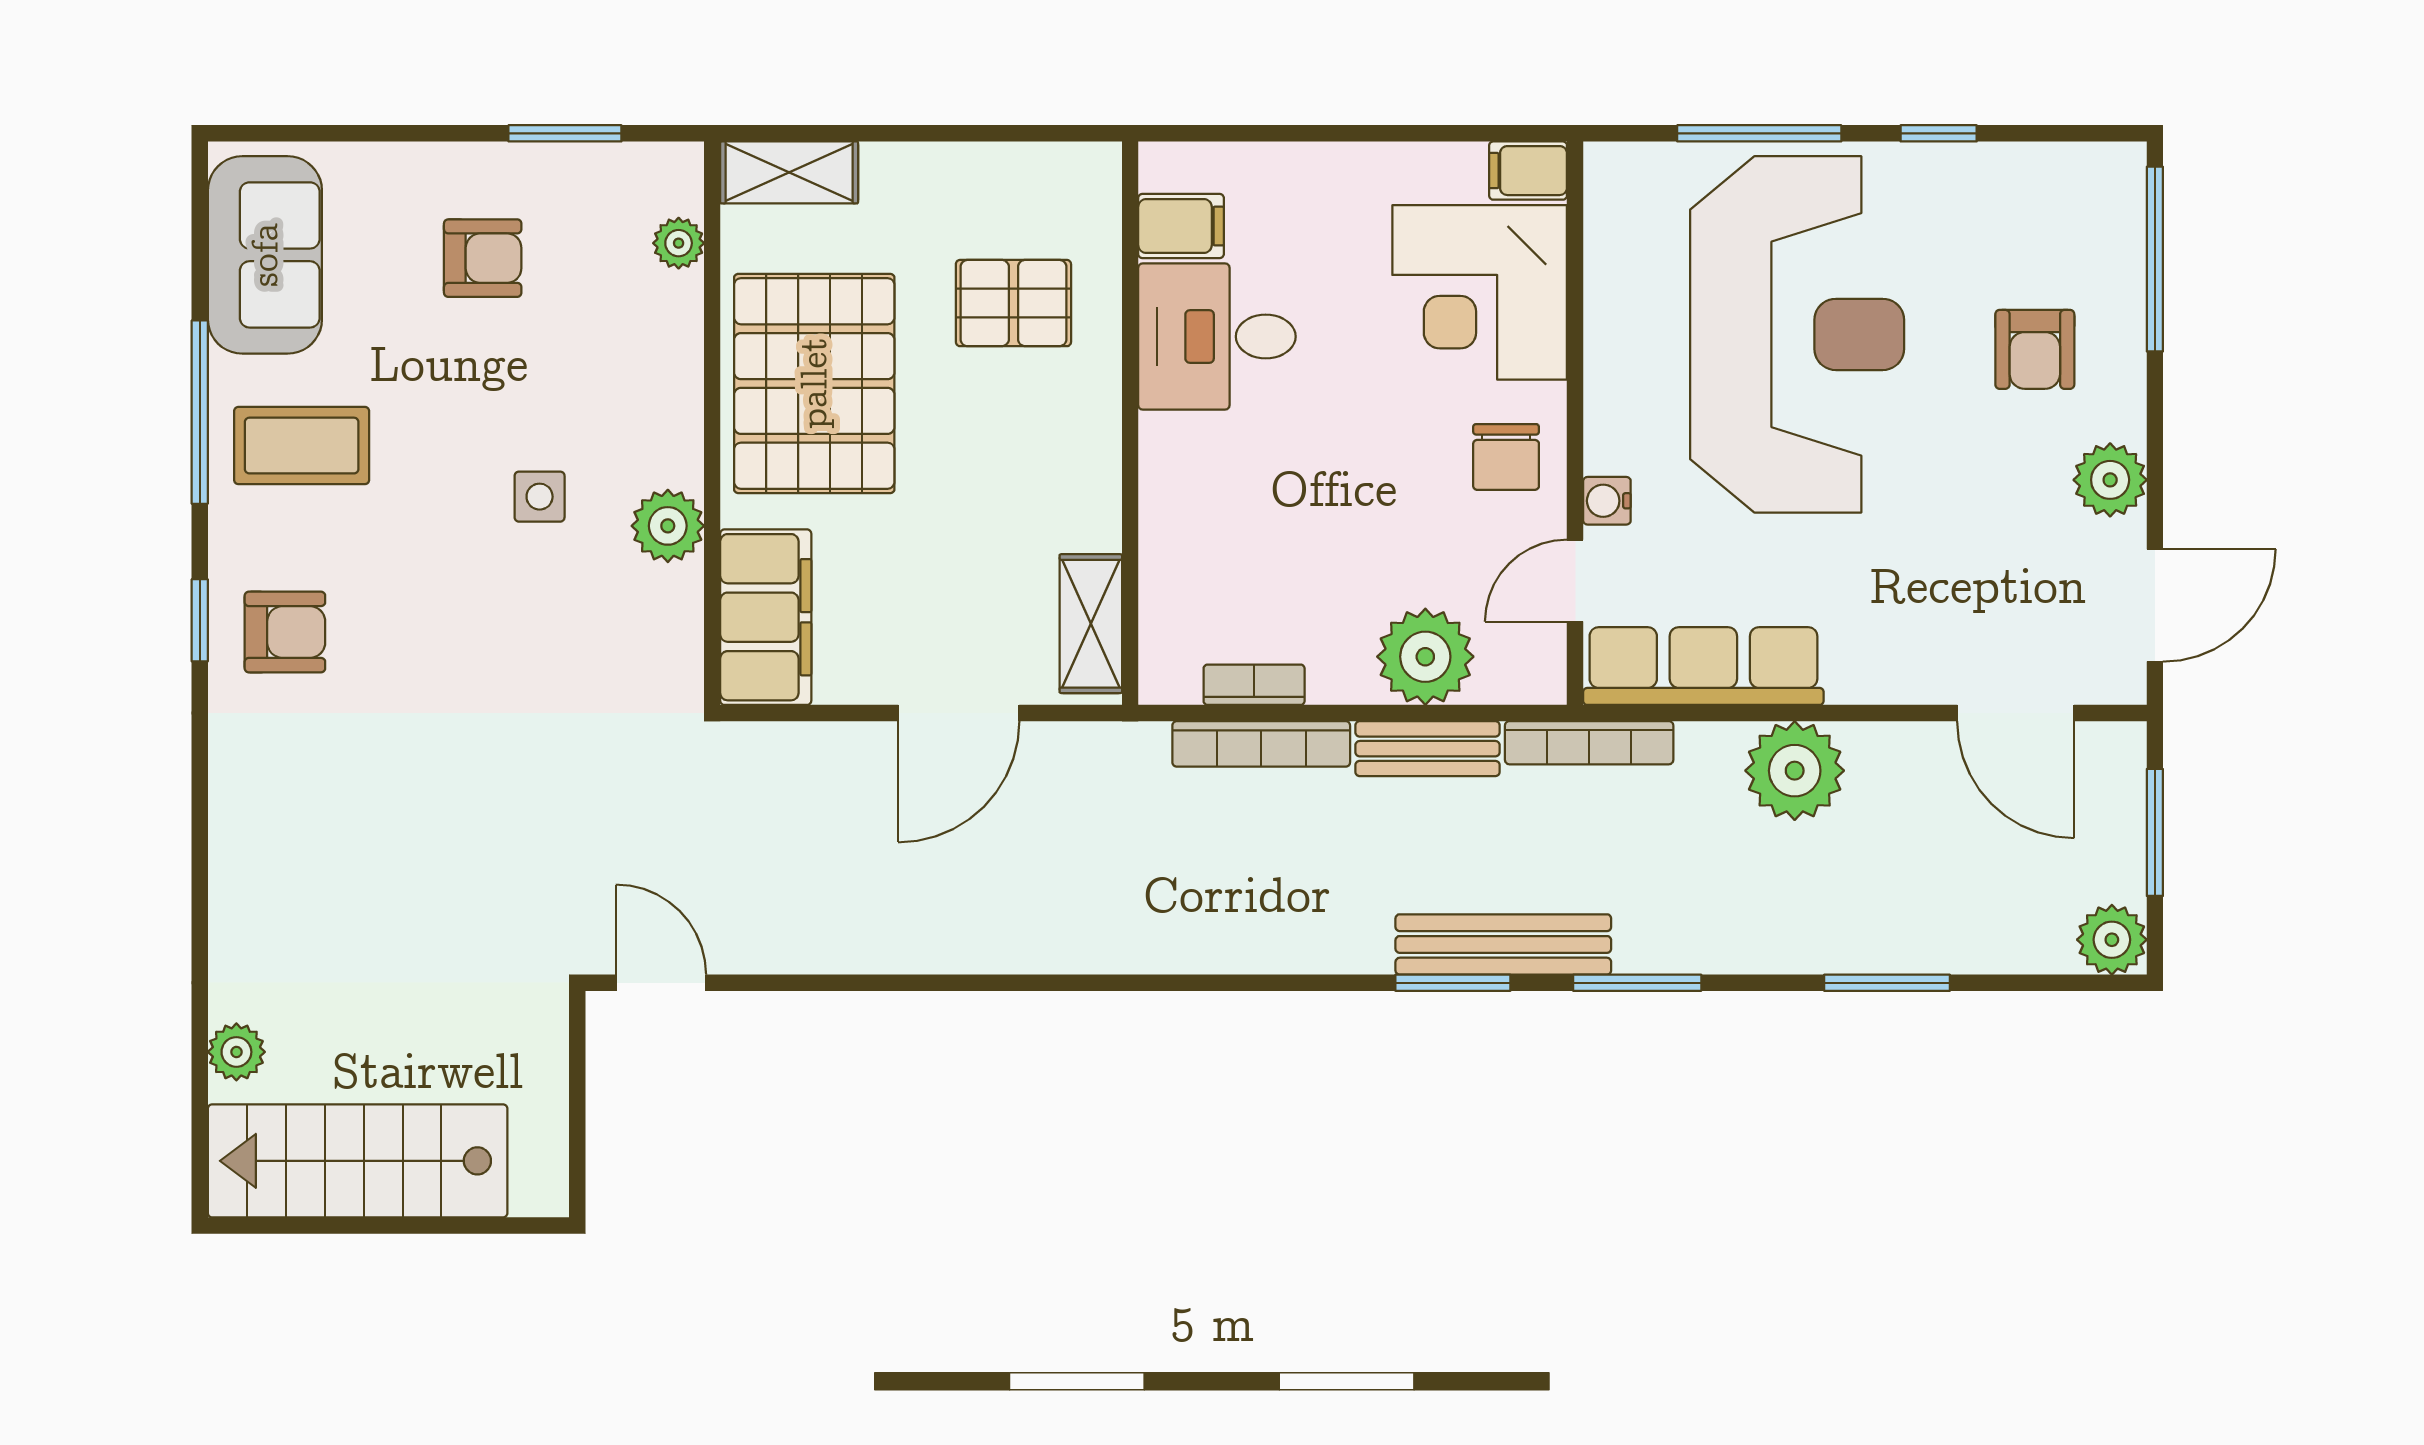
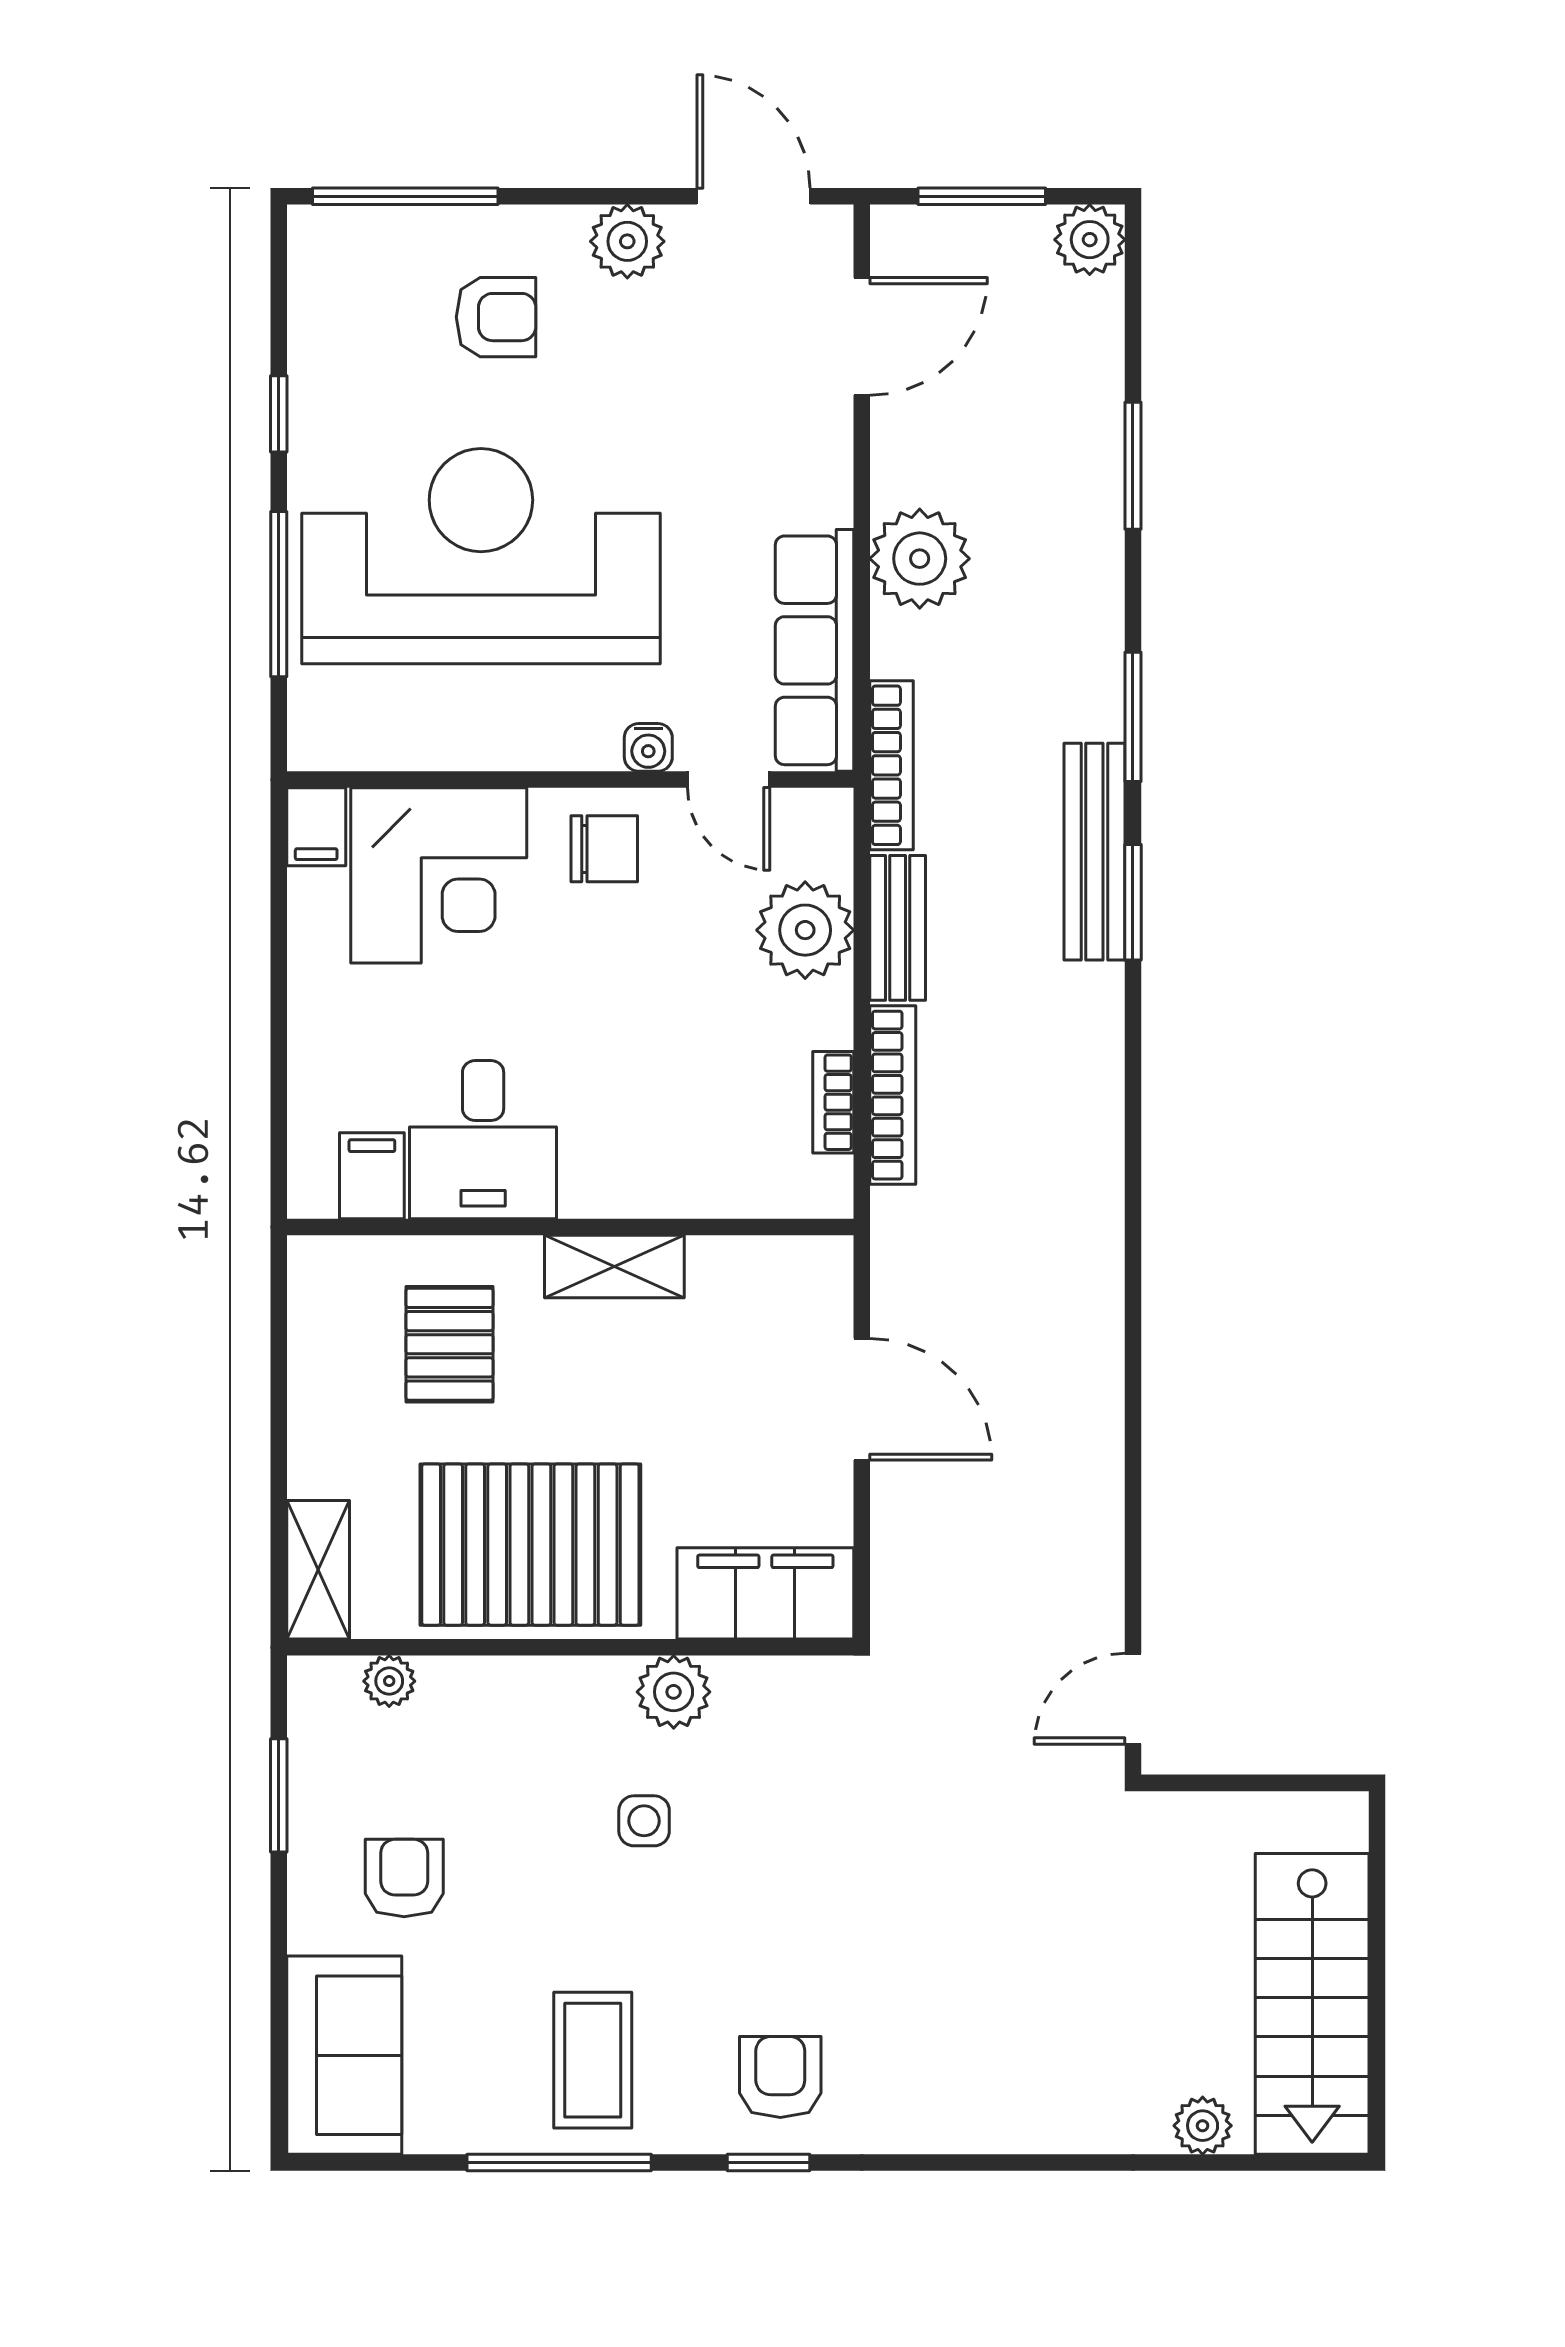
sofa: (265, 255) -> (344, 2055), moved, turned 90
shelving: (1091, 624) -> (614, 1266), moved

